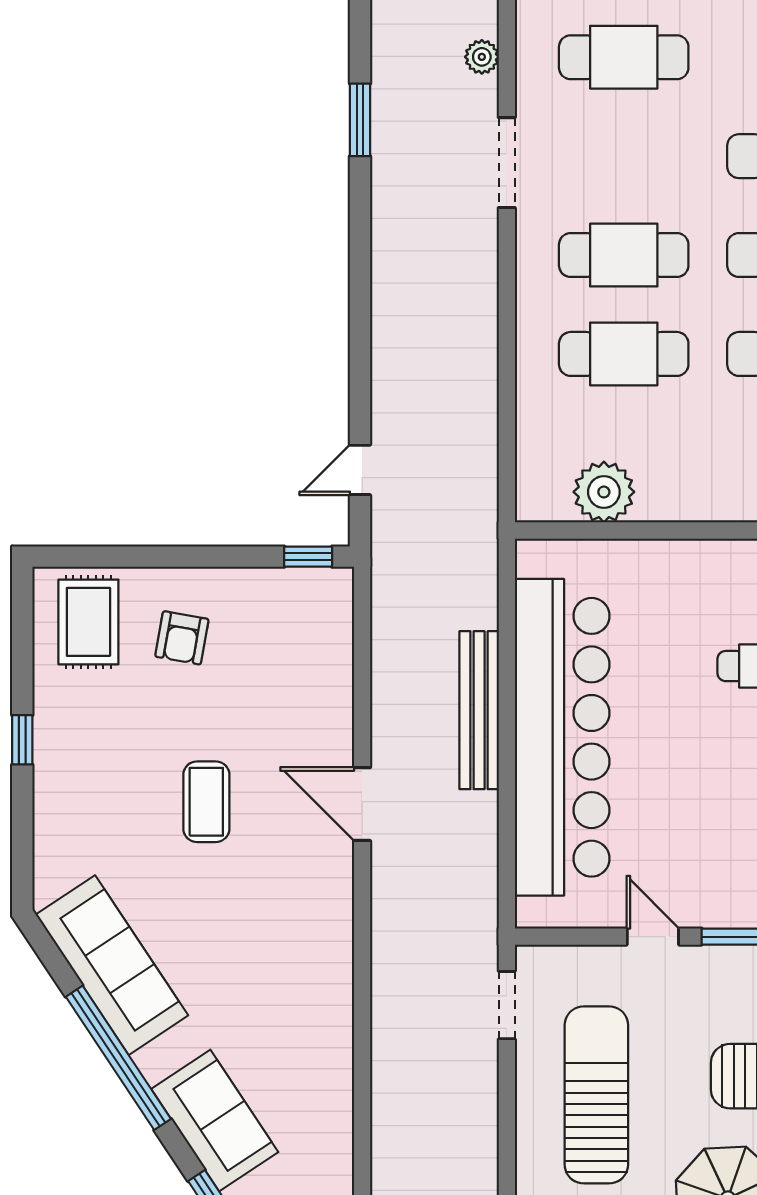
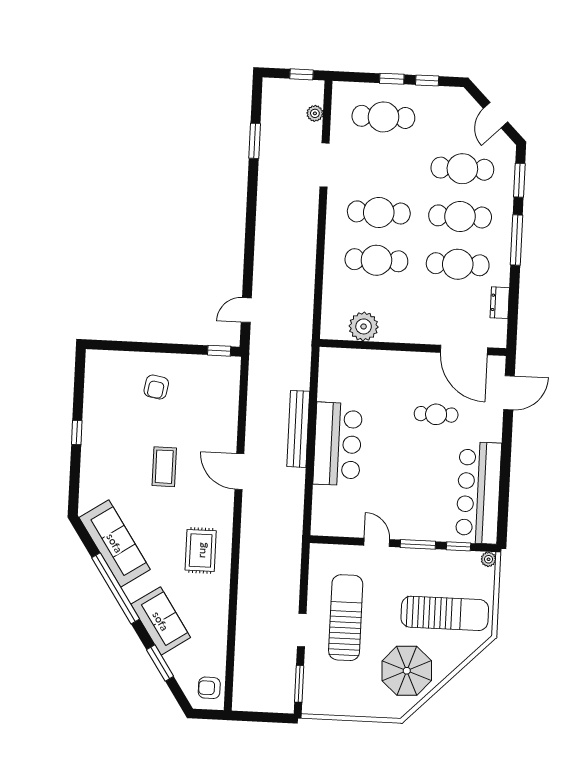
rug: (88, 622) -> (201, 550), moved
bar counter: (562, 737) -> (338, 444), width x0.54
doorway: (507, 1005) -> (302, 630), moved

